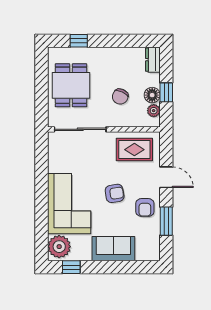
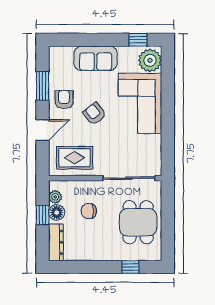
dresser: (153, 60) -> (56, 242), width x1.44
chair: (120, 96) -> (89, 211), turned -115
door: (166, 177) -> (43, 130), swing flipped
armchair: (115, 193) -> (94, 114), turned 61

